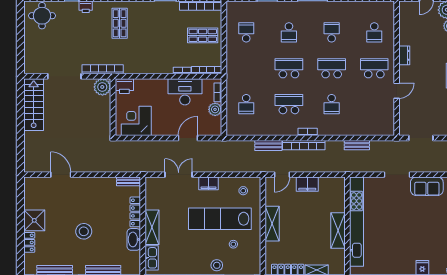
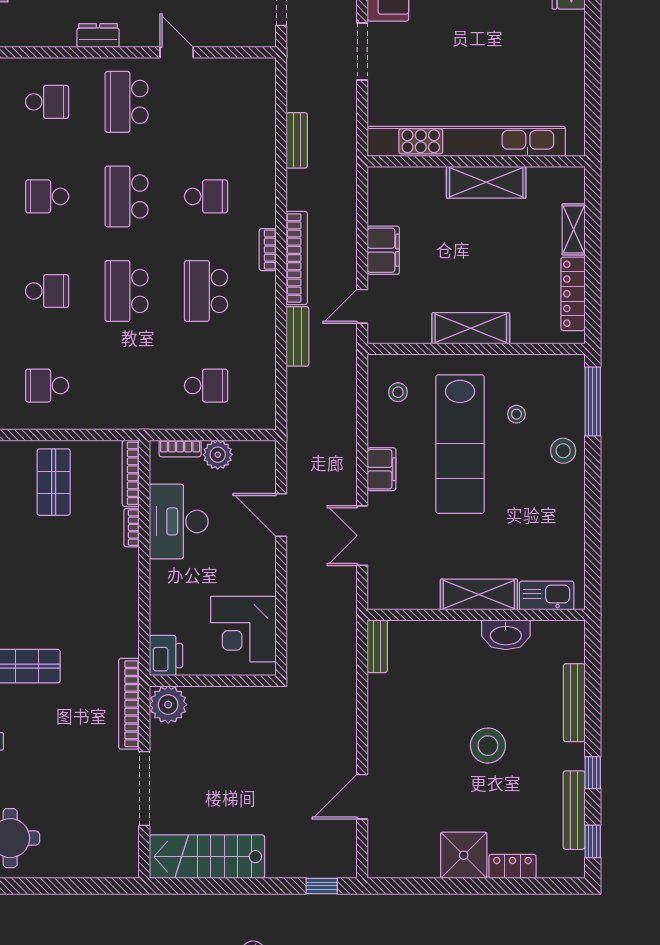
window: (20, 156) -> (322, 886), added
door: (282, 175) -> (362, 306), swing flipped
locker: (135, 212) -> (445, 631), removed

